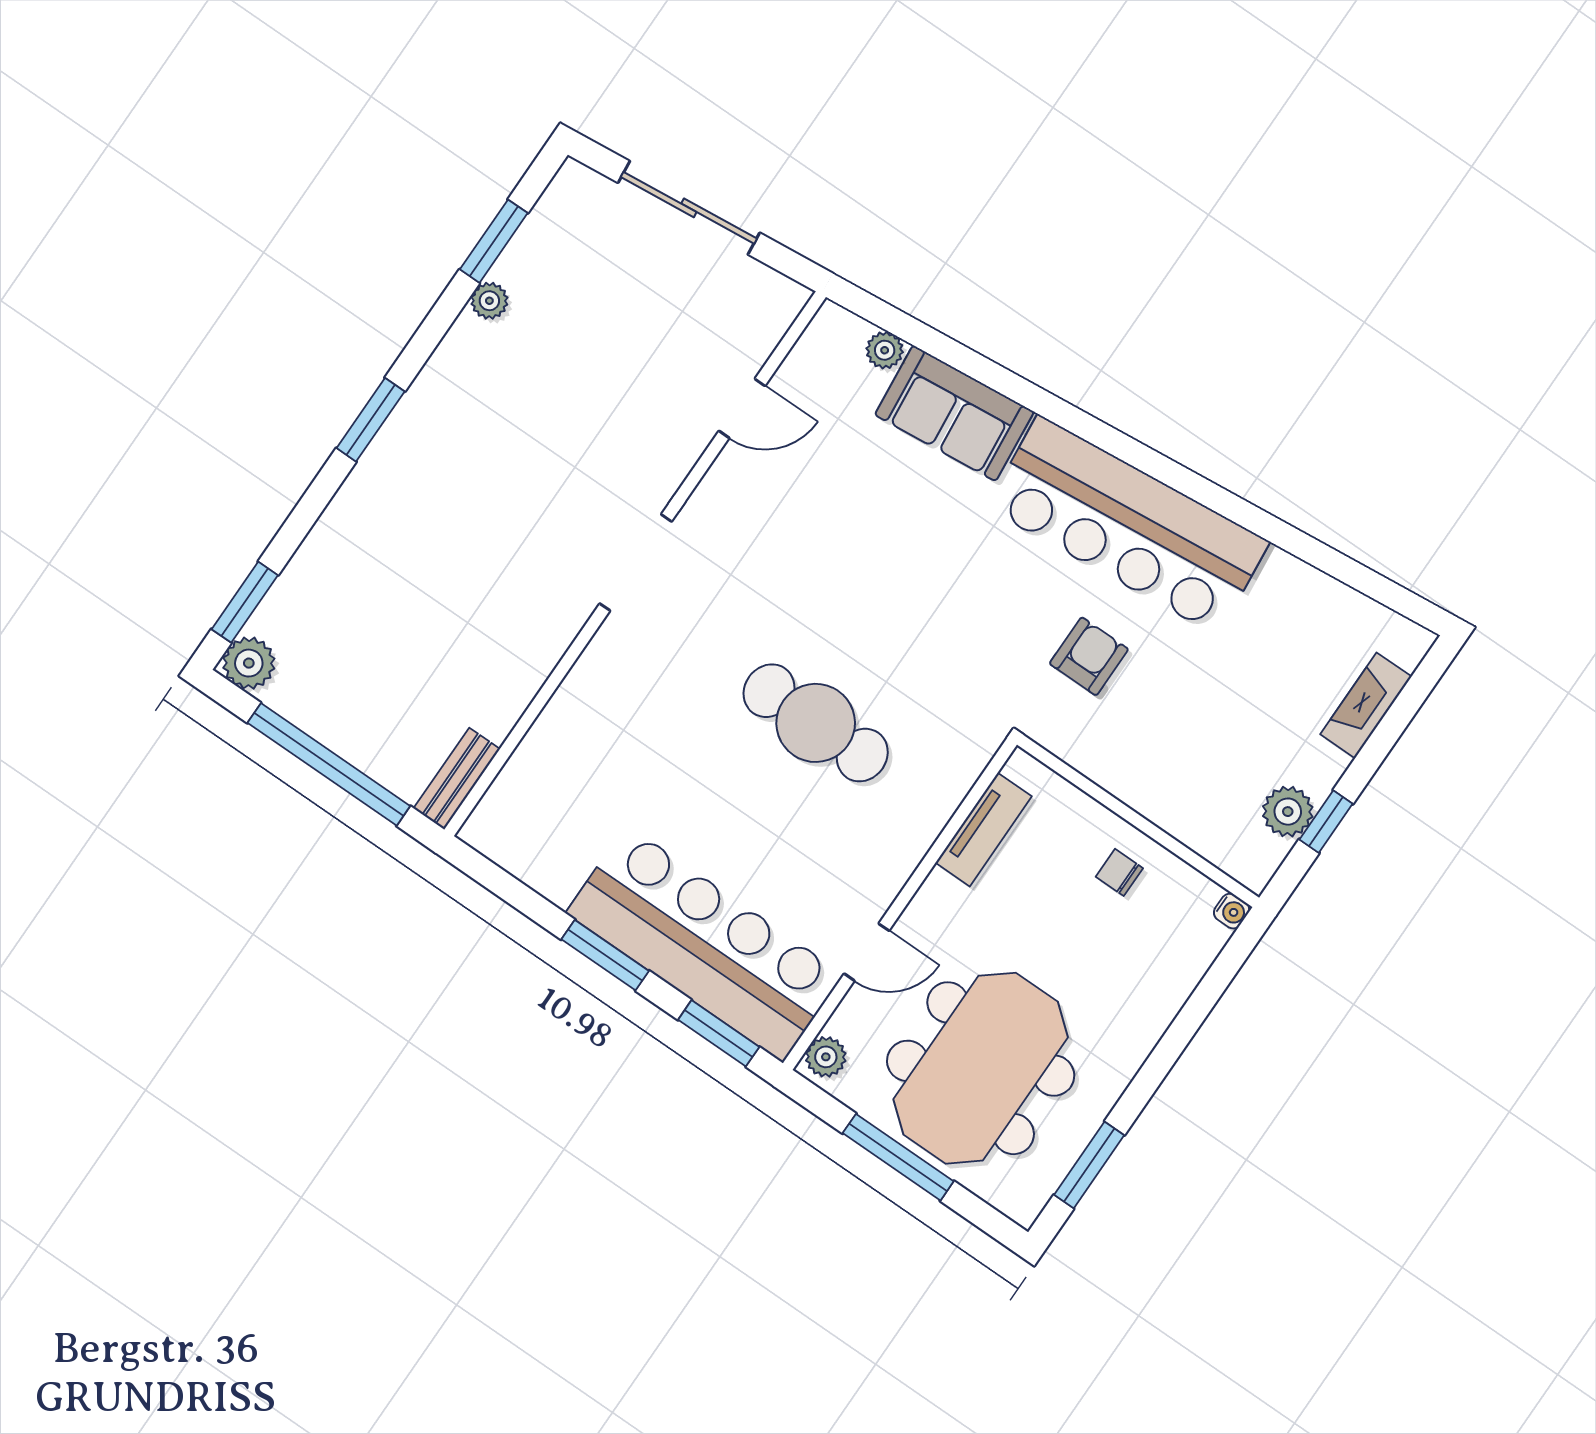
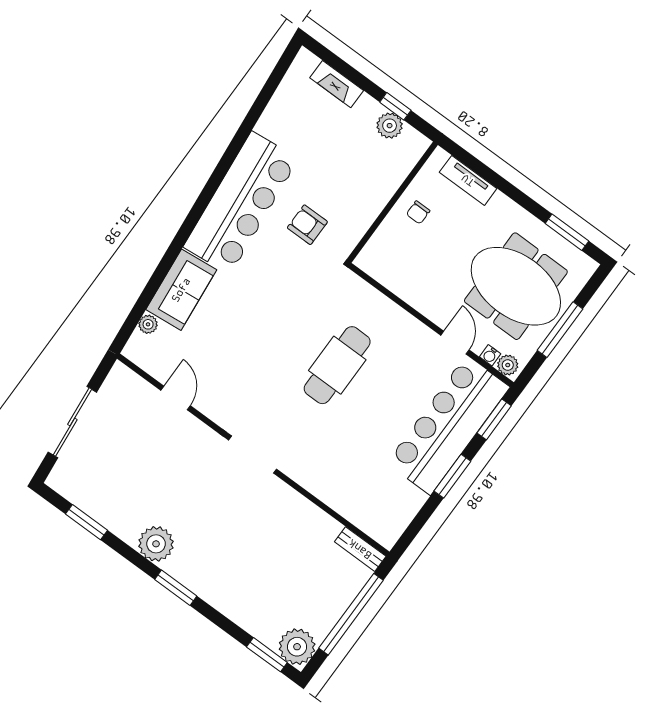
plant: (489, 301) -> (156, 544), moved, width x1.87, depth x1.87
plant: (249, 663) -> (297, 647), width x1.36, depth x1.36
tv unit: (984, 829) -> (468, 180), moved, turned 180
water cooler: (1232, 911) -> (490, 355), moved, turned 180

